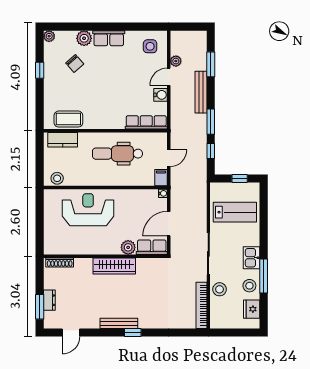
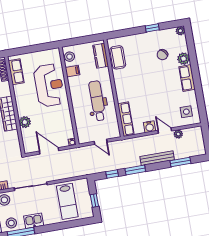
filing cabinet: (161, 178) -> (73, 71), moved
row of seats: (152, 247) -> (16, 72), moved

